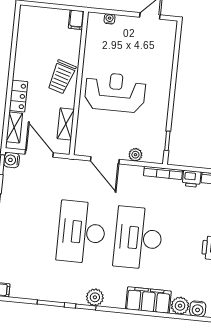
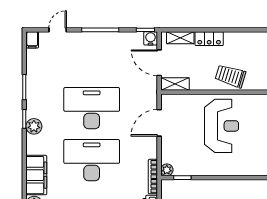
shelving: (66, 124) -> (175, 84), moved
door: (39, 153) -> (159, 63), swing flipped
plant: (135, 155) -> (167, 170), moved

